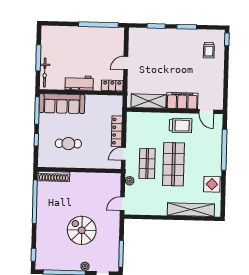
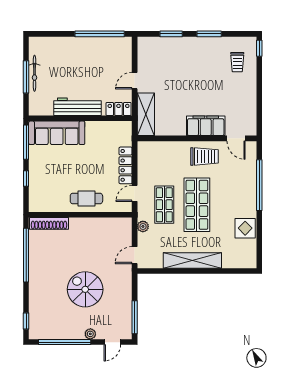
bicycle: (45, 73) -> (34, 73), moved
workbench: (79, 83) -> (77, 107), width x1.38
shelving: (149, 101) -> (146, 114), moved, turned 90
cafe table: (68, 144) -> (86, 199), moved
shelving: (191, 210) -> (192, 260), moved

